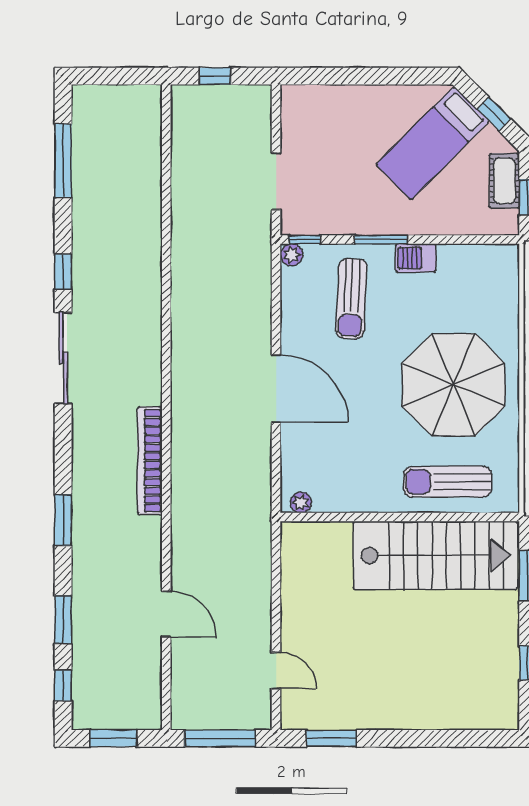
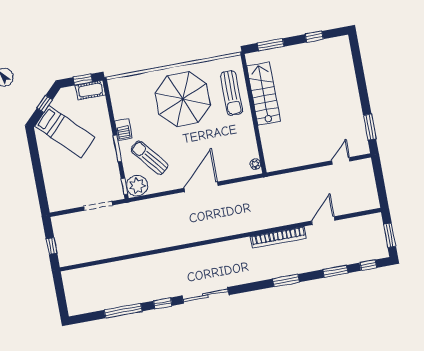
window: (63, 161) -> (123, 311), moved
cot: (504, 181) -> (90, 90), moved
plant: (292, 255) -> (137, 186), width x1.87, depth x1.87
sun lounger: (351, 299) -> (149, 158), turned -132
bookcase: (150, 461) -> (278, 237), moved
stairs: (435, 555) -> (264, 93), width x0.73, depth x0.66
window: (220, 738) -> (380, 182), removed

